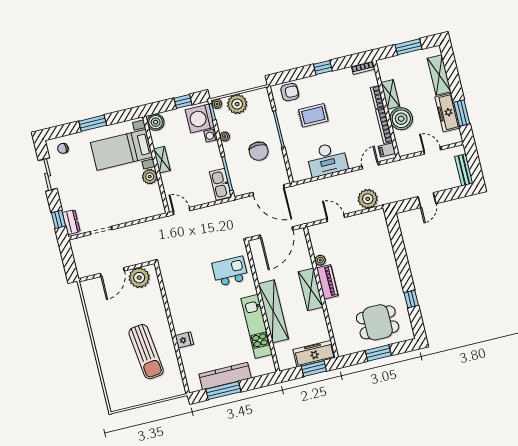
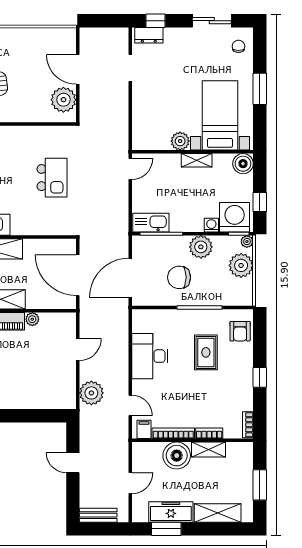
plant: (225, 136) -> (201, 247), width x1.87, depth x1.87
kitchen island: (230, 271) -> (52, 178), moved

